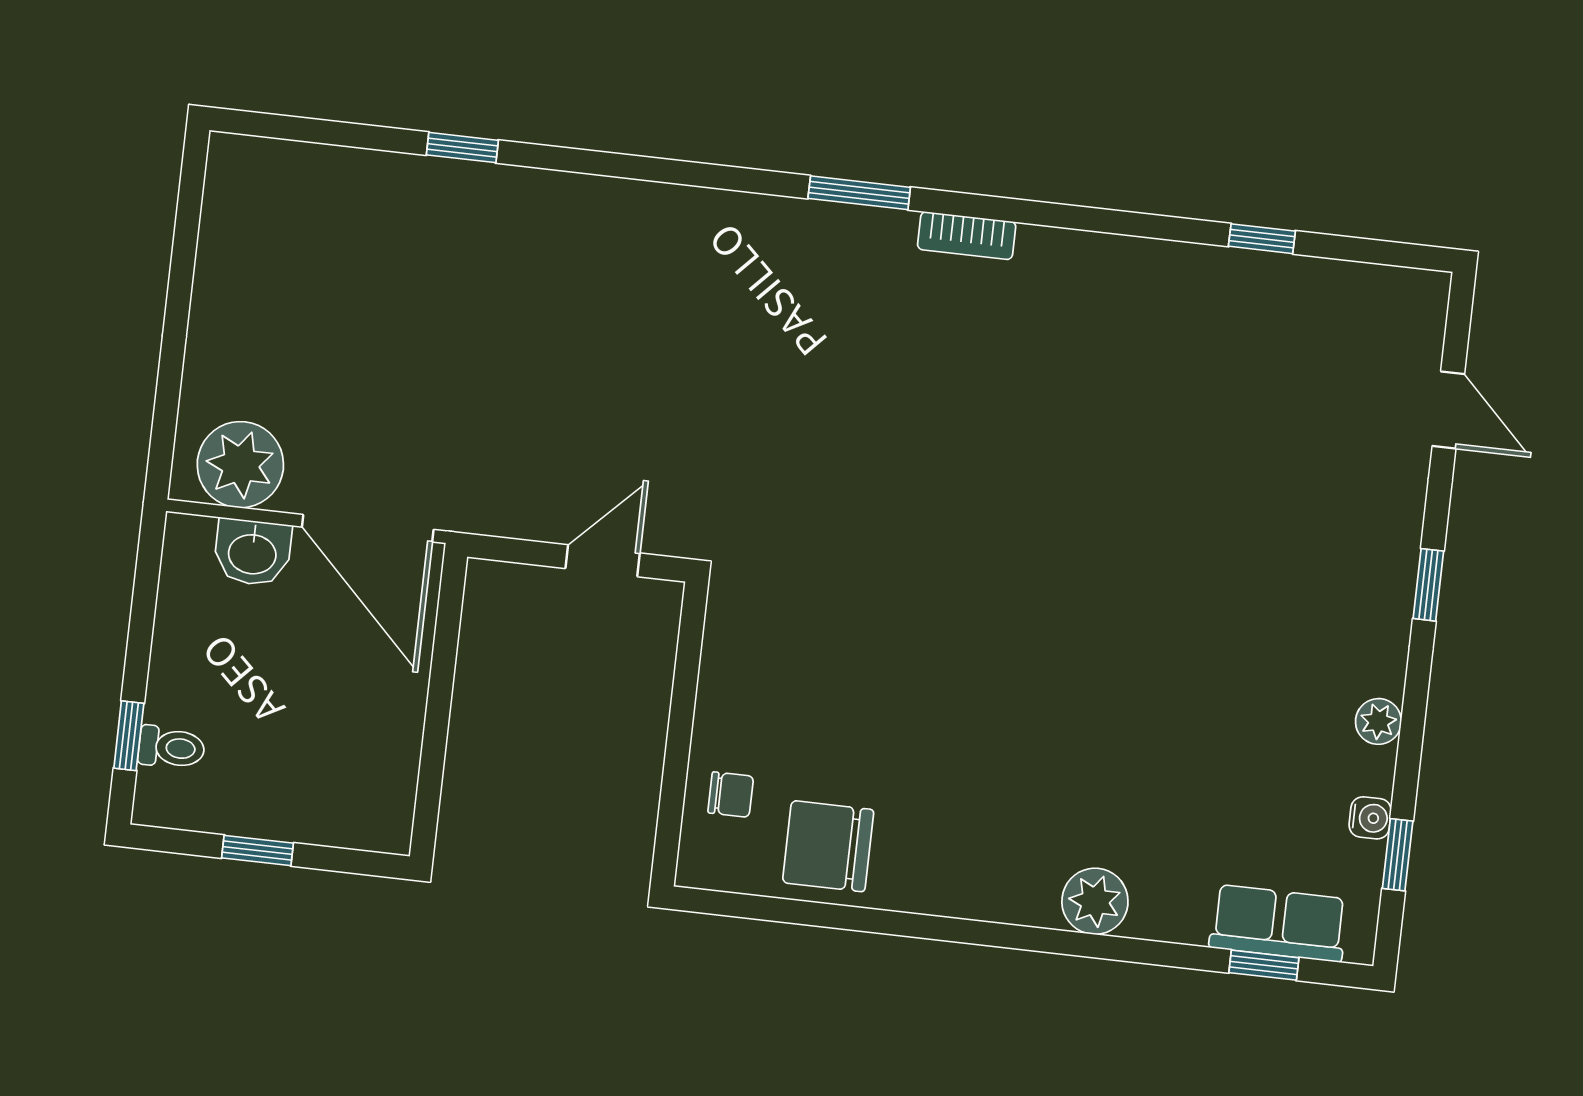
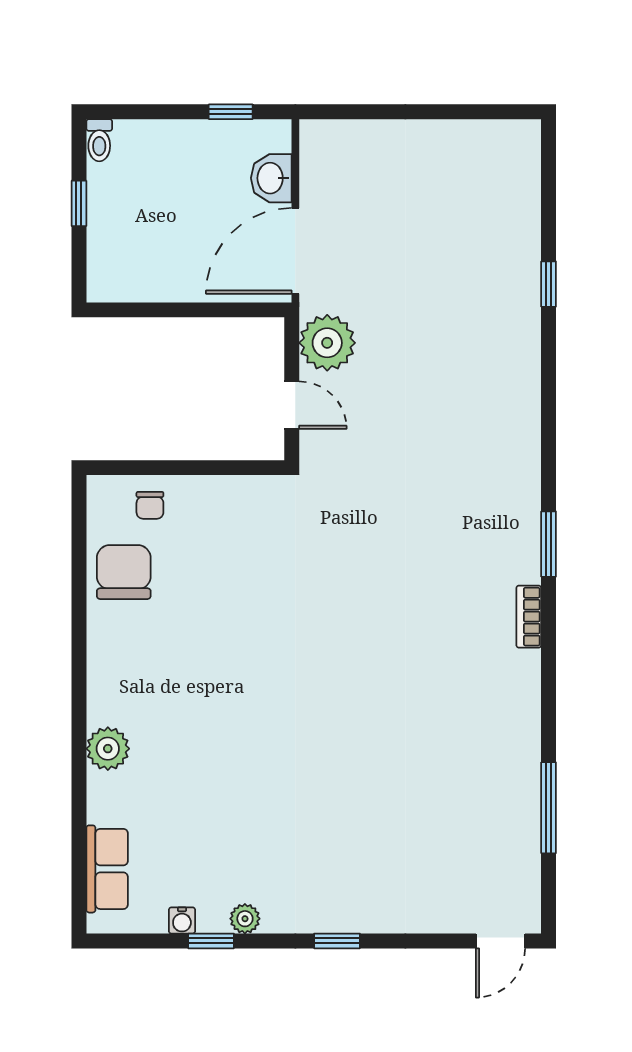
window: (1262, 239) -> (549, 808), width x2.17
door: (1448, 410) -> (500, 941), moved
plant: (240, 465) -> (327, 343), moved
window: (129, 736) -> (231, 112), moved
toilet: (172, 748) -> (99, 140), moved
window: (1398, 855) -> (211, 941), moved
window: (1264, 965) -> (79, 863), removed

